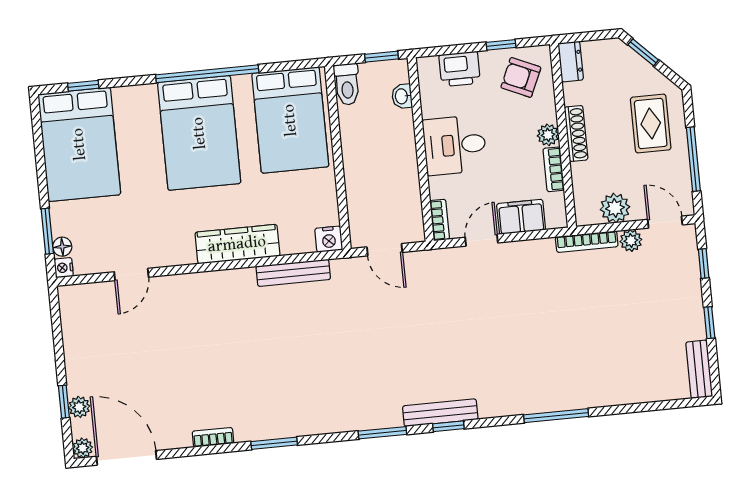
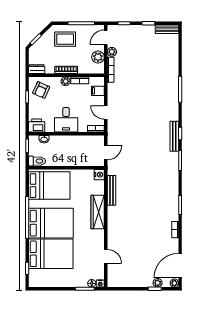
printer: (460, 69) -> (37, 126), moved, turned -90
bed: (79, 144) -> (51, 254), moved
filing cabinet: (521, 217) -> (98, 91), width x0.50

